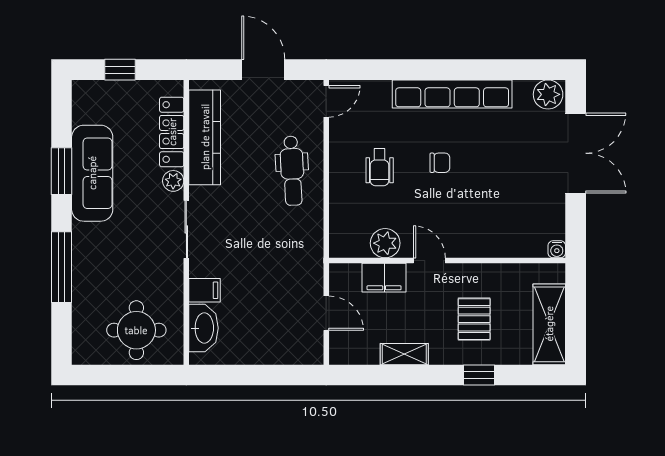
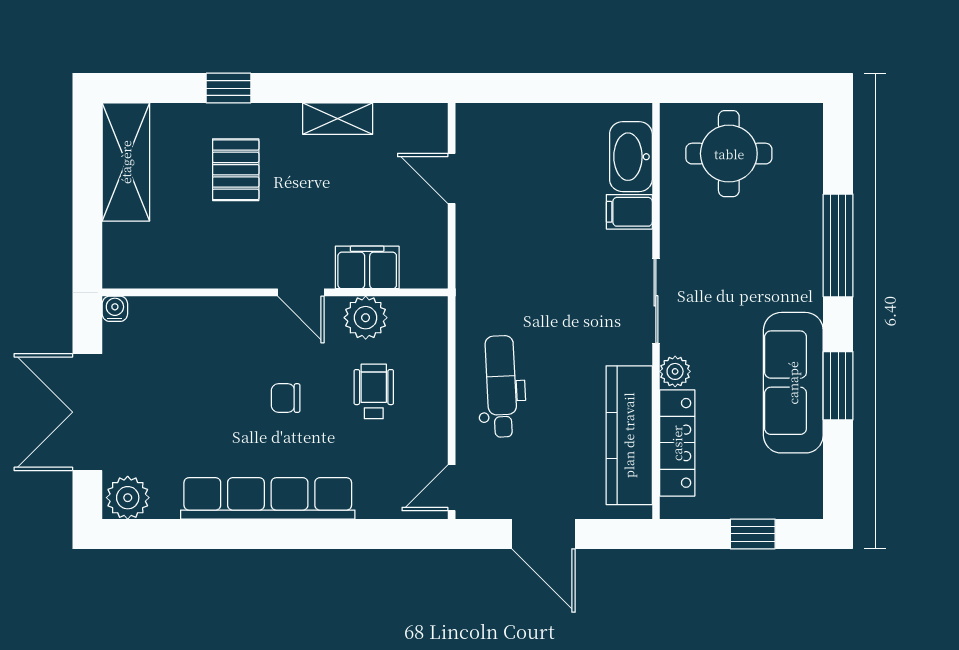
plant: (385, 243) -> (366, 318), moved
water cooler: (557, 249) -> (115, 309), moved
door: (429, 260) -> (301, 292), moved
wall: (447, 260) -> (275, 292), moved
filing cabinet: (384, 278) -> (367, 267), moved

